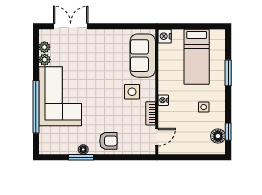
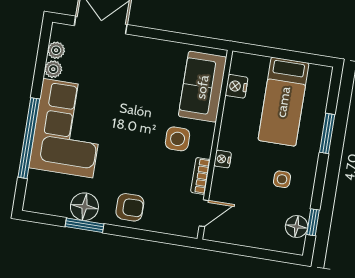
nightstand: (165, 36) -> (237, 86), moved
floor lamp: (83, 149) -> (84, 207), width x1.89, depth x1.89

